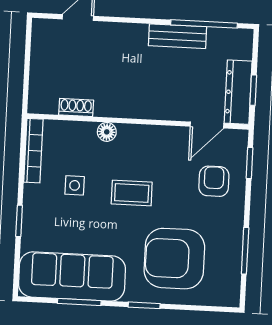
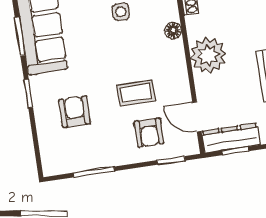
plant: (142, 99) -> (208, 55), added
armchair: (214, 181) -> (149, 133), turned 90
coffee table: (132, 193) -> (137, 93), moved, turned 90
armchair: (174, 259) -> (75, 112), width x0.53, depth x0.53

